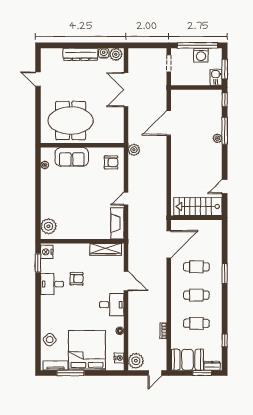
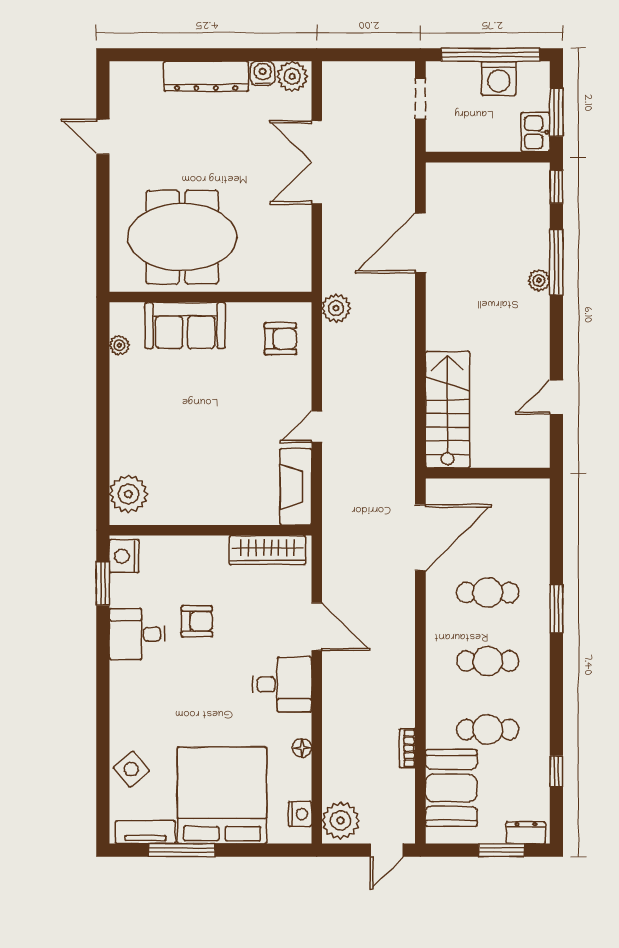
stairs: (198, 207) -> (448, 410), moved, turned 90
booth: (187, 360) -> (451, 788), moved, turned 90

